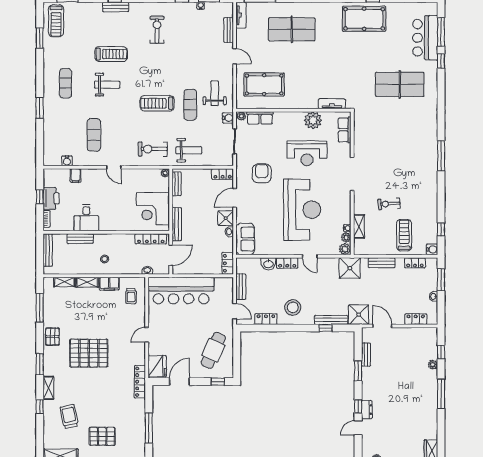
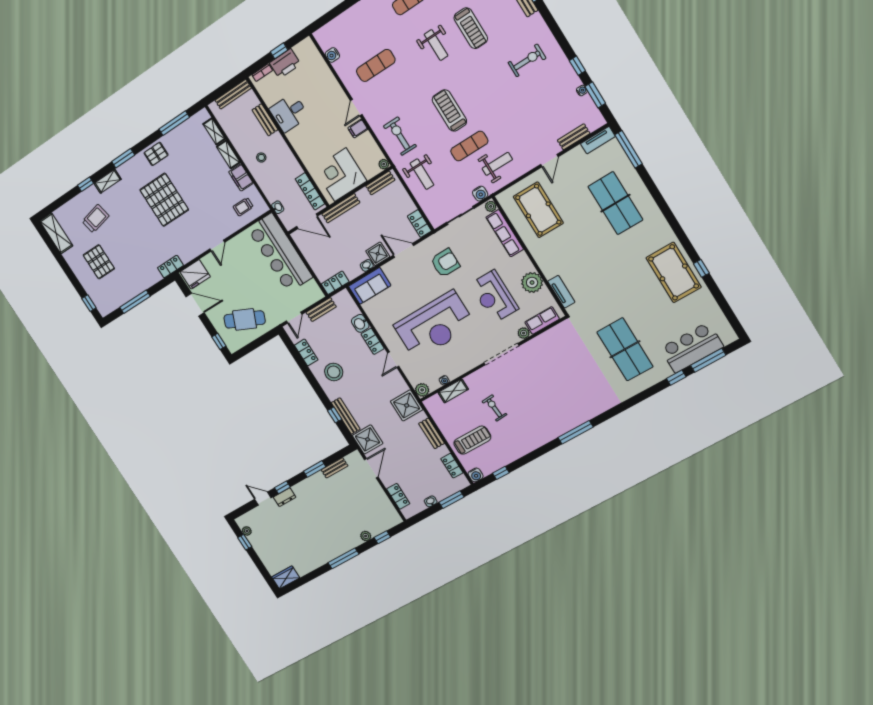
row of seats: (260, 118) -> (505, 233), width x1.48
filing cabinet: (76, 176) -> (358, 129), moved
plant: (346, 237) -> (524, 333), moved
door: (147, 335) -> (217, 246), swing flipped
locker: (140, 382) -> (170, 267), width x0.66

